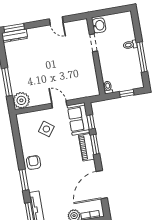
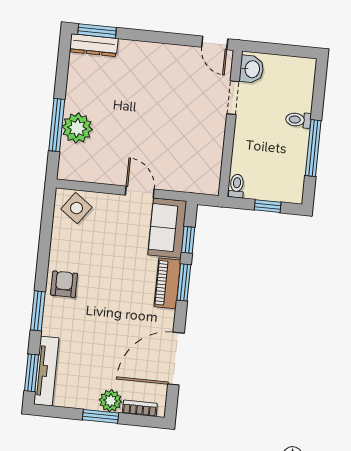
door: (56, 21) -> (215, 43), moved
plant: (21, 100) -> (77, 128), moved
side table: (46, 129) -> (77, 208), moved

